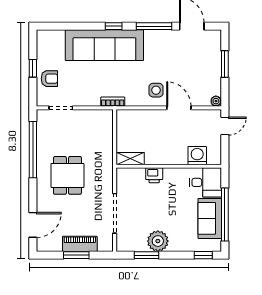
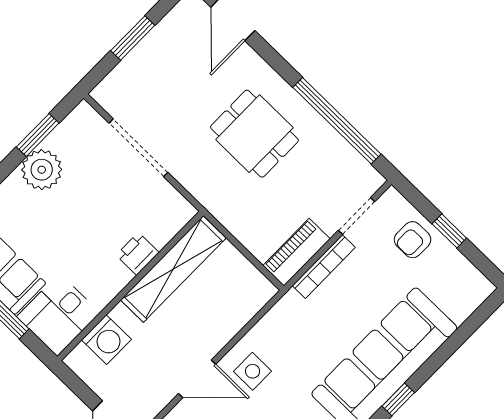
bookcase: (113, 102) -> (324, 267), moved, width x1.56
shelving: (130, 159) -> (173, 269), width x2.20, depth x1.33
piano: (80, 244) -> (297, 252), moved, turned 180

